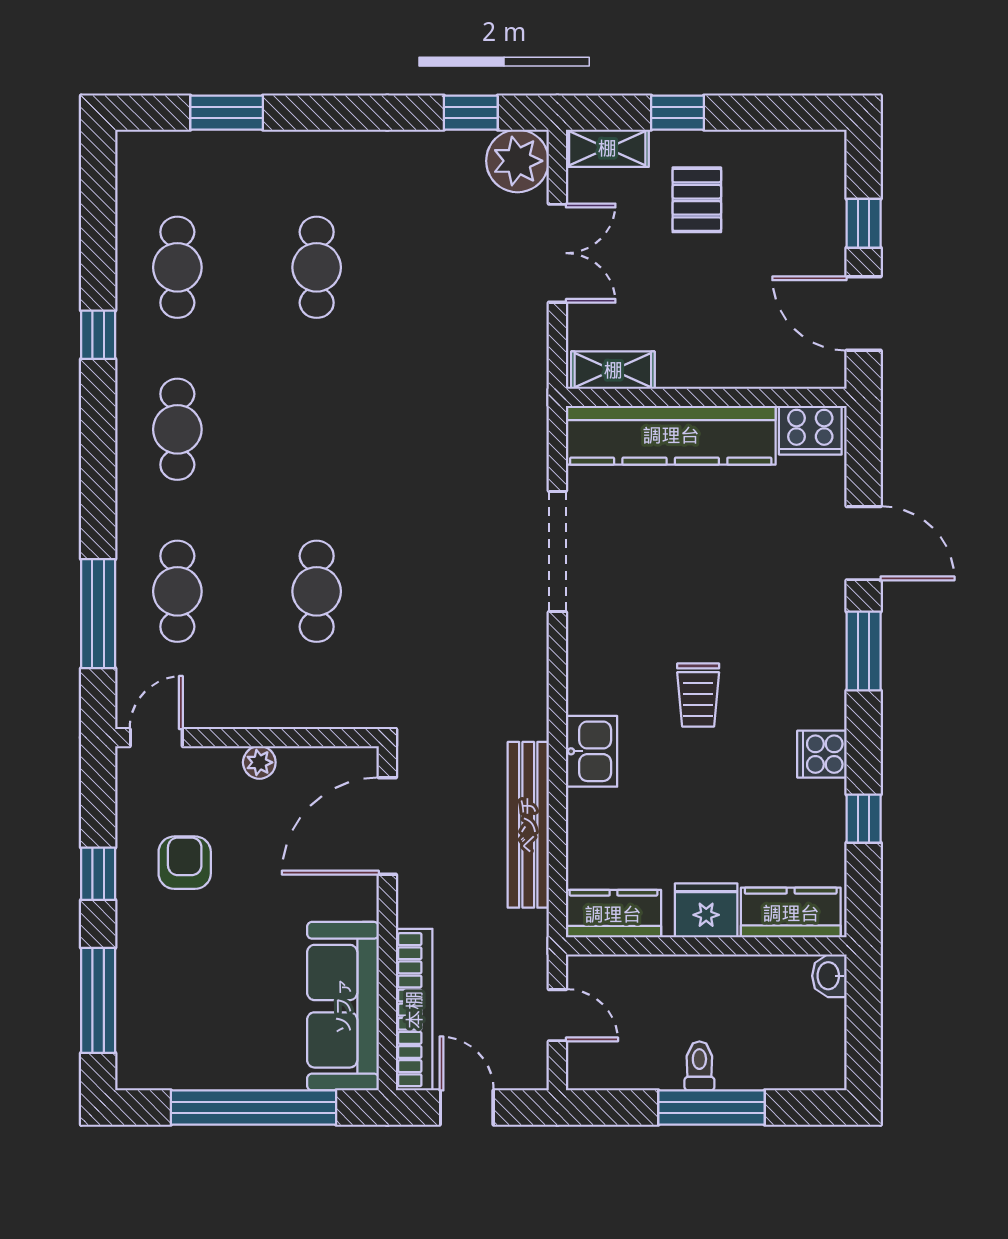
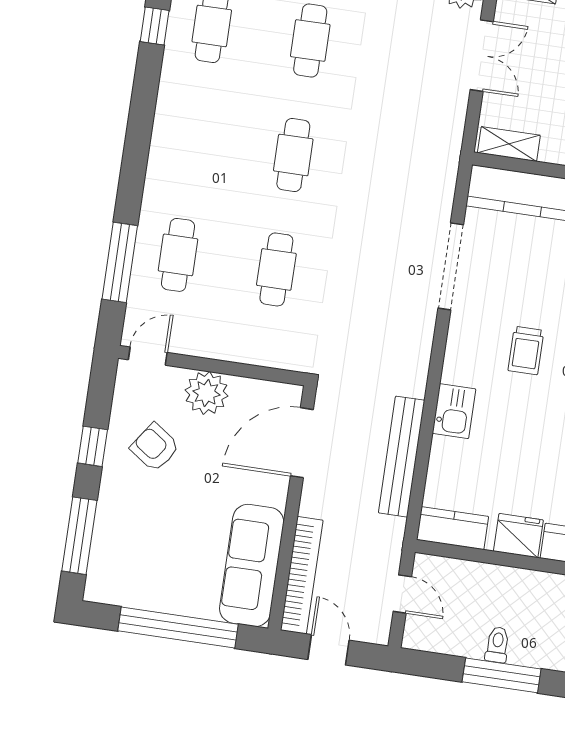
window: (98, 335) -> (155, 26), moved
cafe table: (177, 429) -> (293, 155), moved
trolley: (698, 695) -> (526, 350), moved
plant: (259, 762) -> (206, 393), width x1.88, depth x1.88
armchair: (185, 863) -> (155, 447), turned -55

